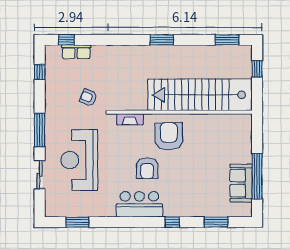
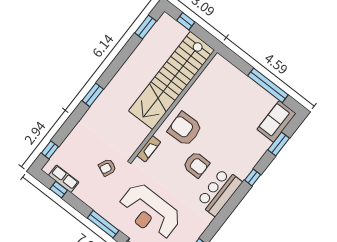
window: (162, 40) -> (93, 95), moved
row of seats: (76, 52) -> (64, 179), moved, turned -90
sofa: (241, 183) -> (276, 122), moved, turned 90

